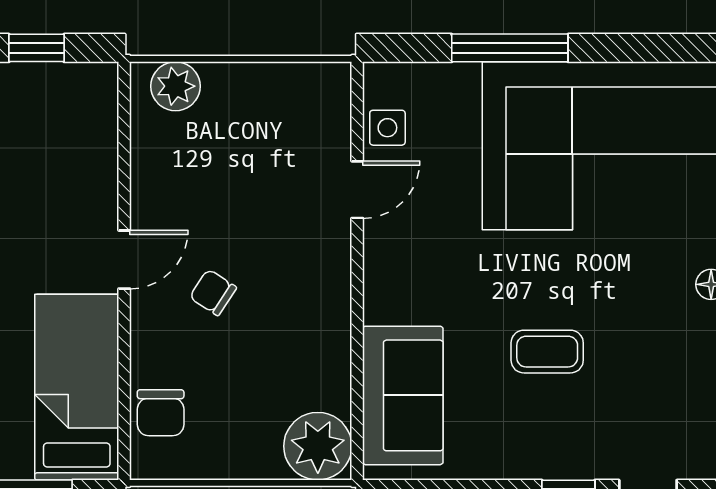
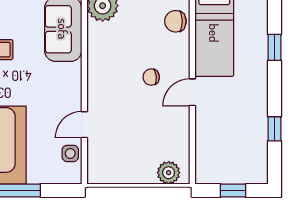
chair: (213, 292) -> (151, 77), turned 142
chair: (161, 413) -> (175, 21), turned -90

